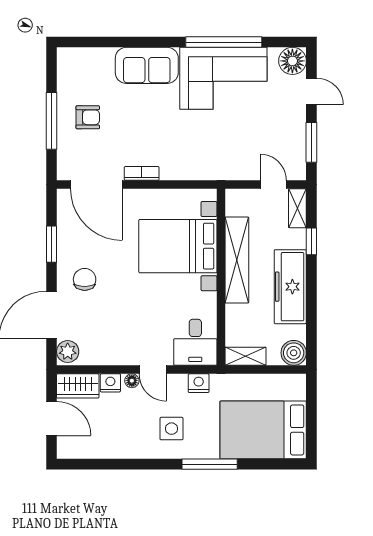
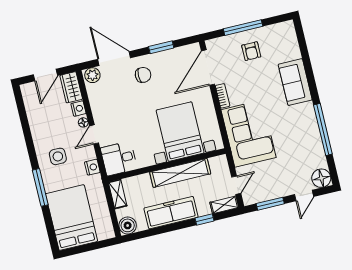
corner sofa: (223, 78) -> (249, 134), moved, turned 180

